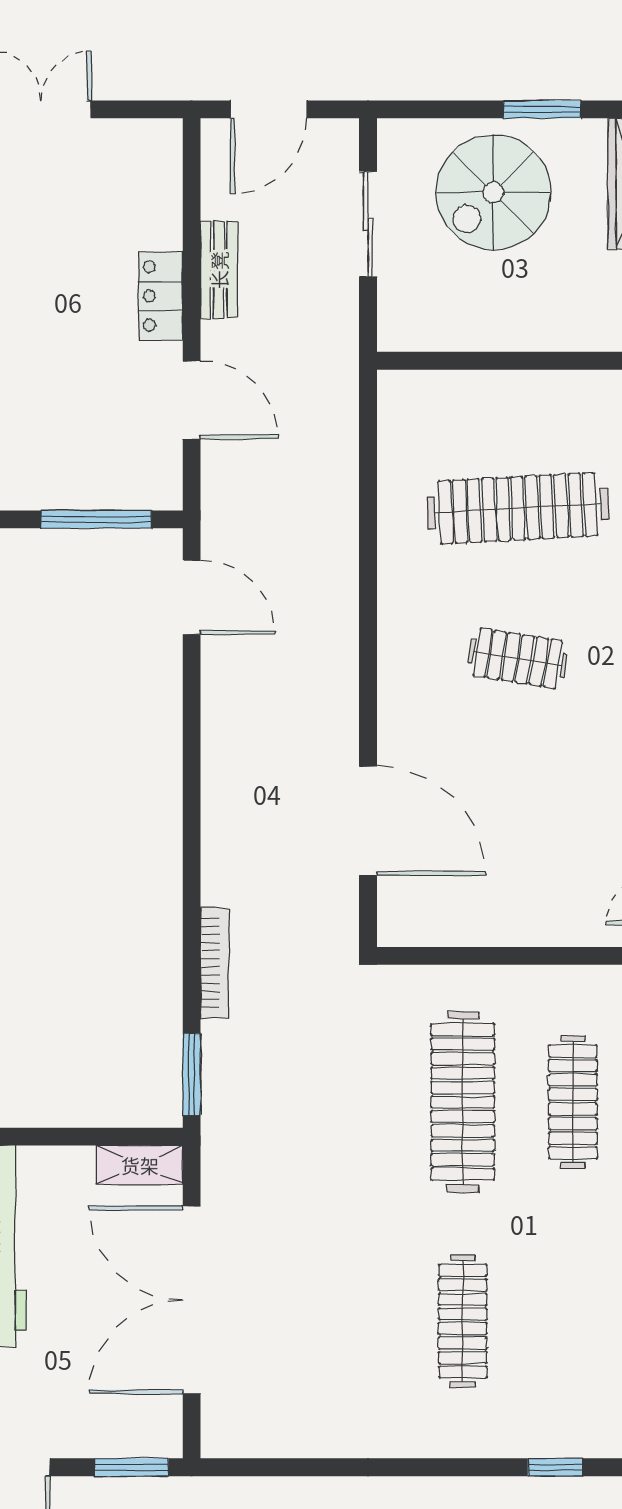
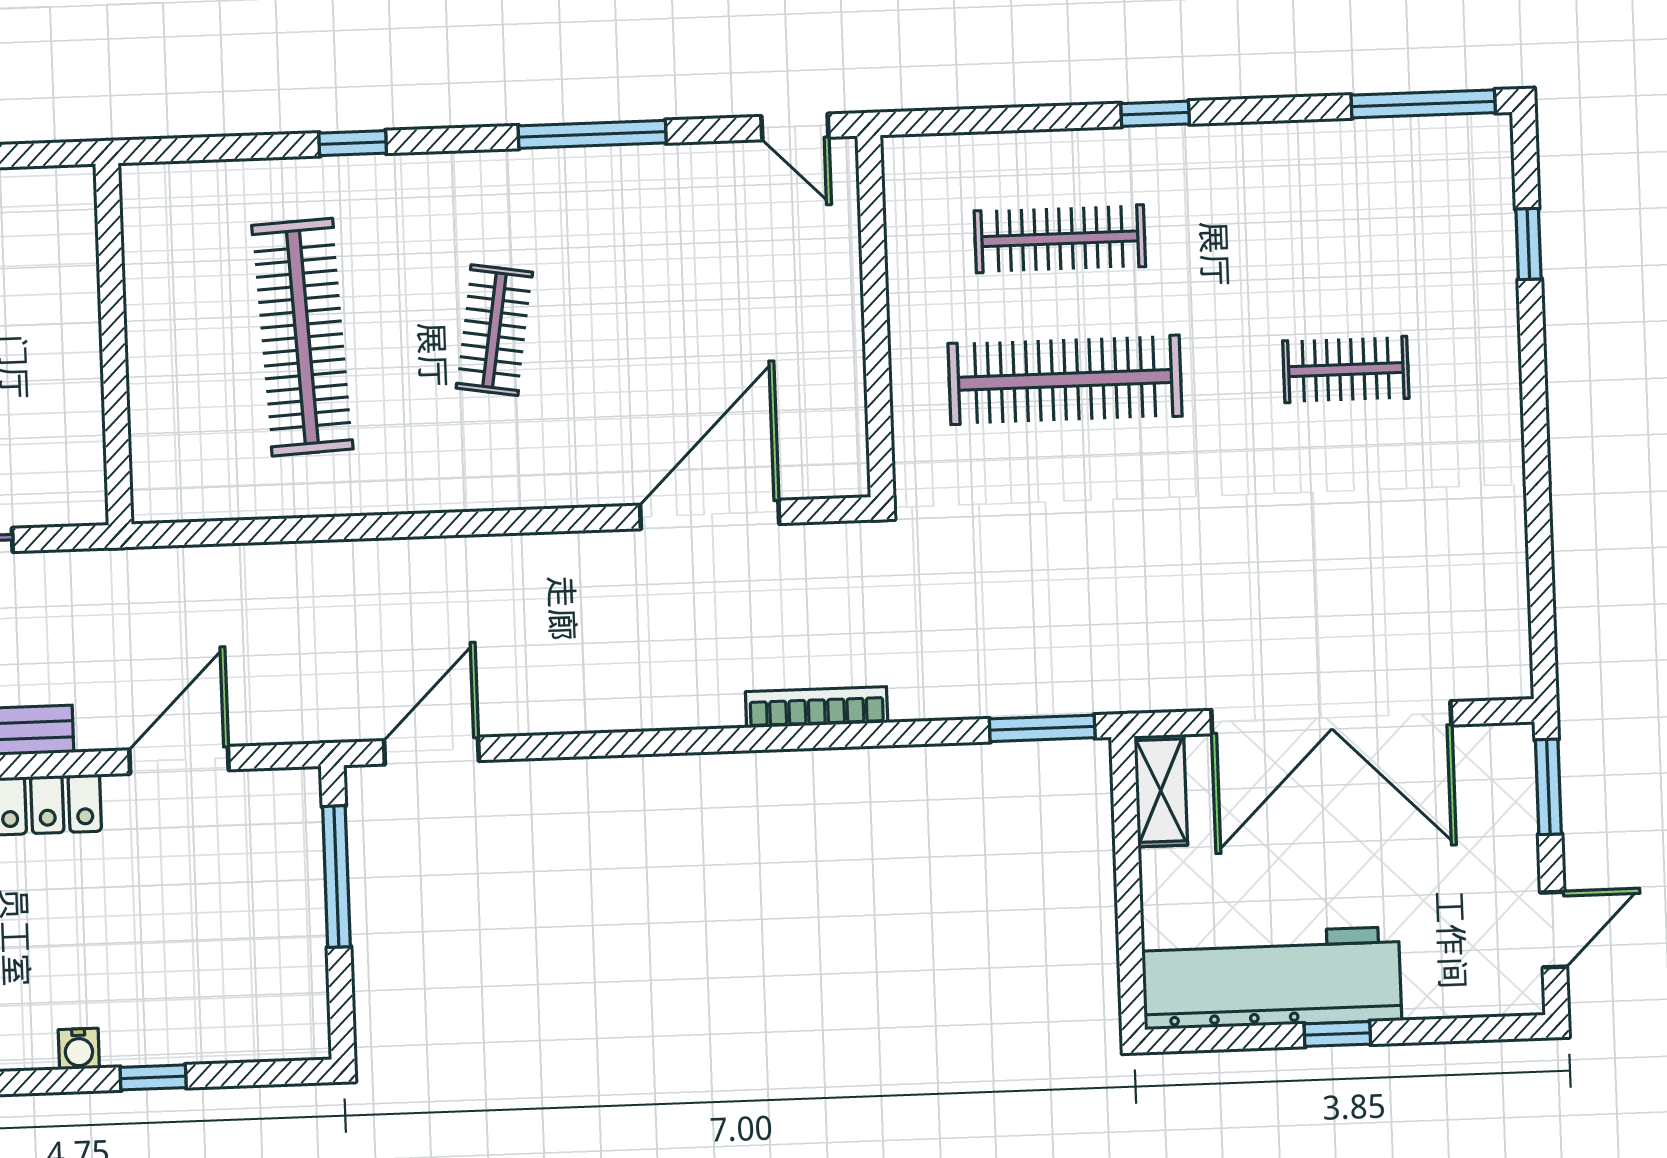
bookcase: (215, 963) -> (817, 707), moved
clothes rail: (463, 1321) -> (1346, 370), width x0.73

